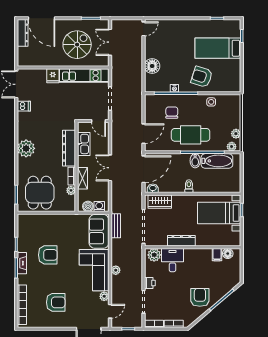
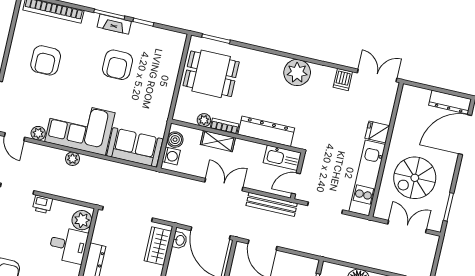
spiral stairs: (77, 45) -> (415, 178), turned 90
kitchen sink: (84, 144) -> (282, 158), moved
plant: (26, 148) -> (297, 73), moved
bench: (116, 226) -> (272, 204), moved, width x1.36

